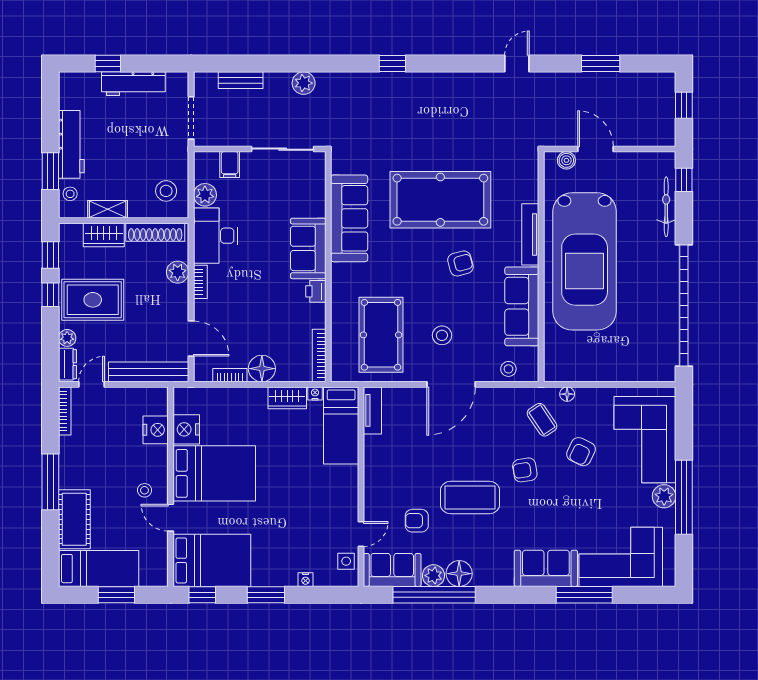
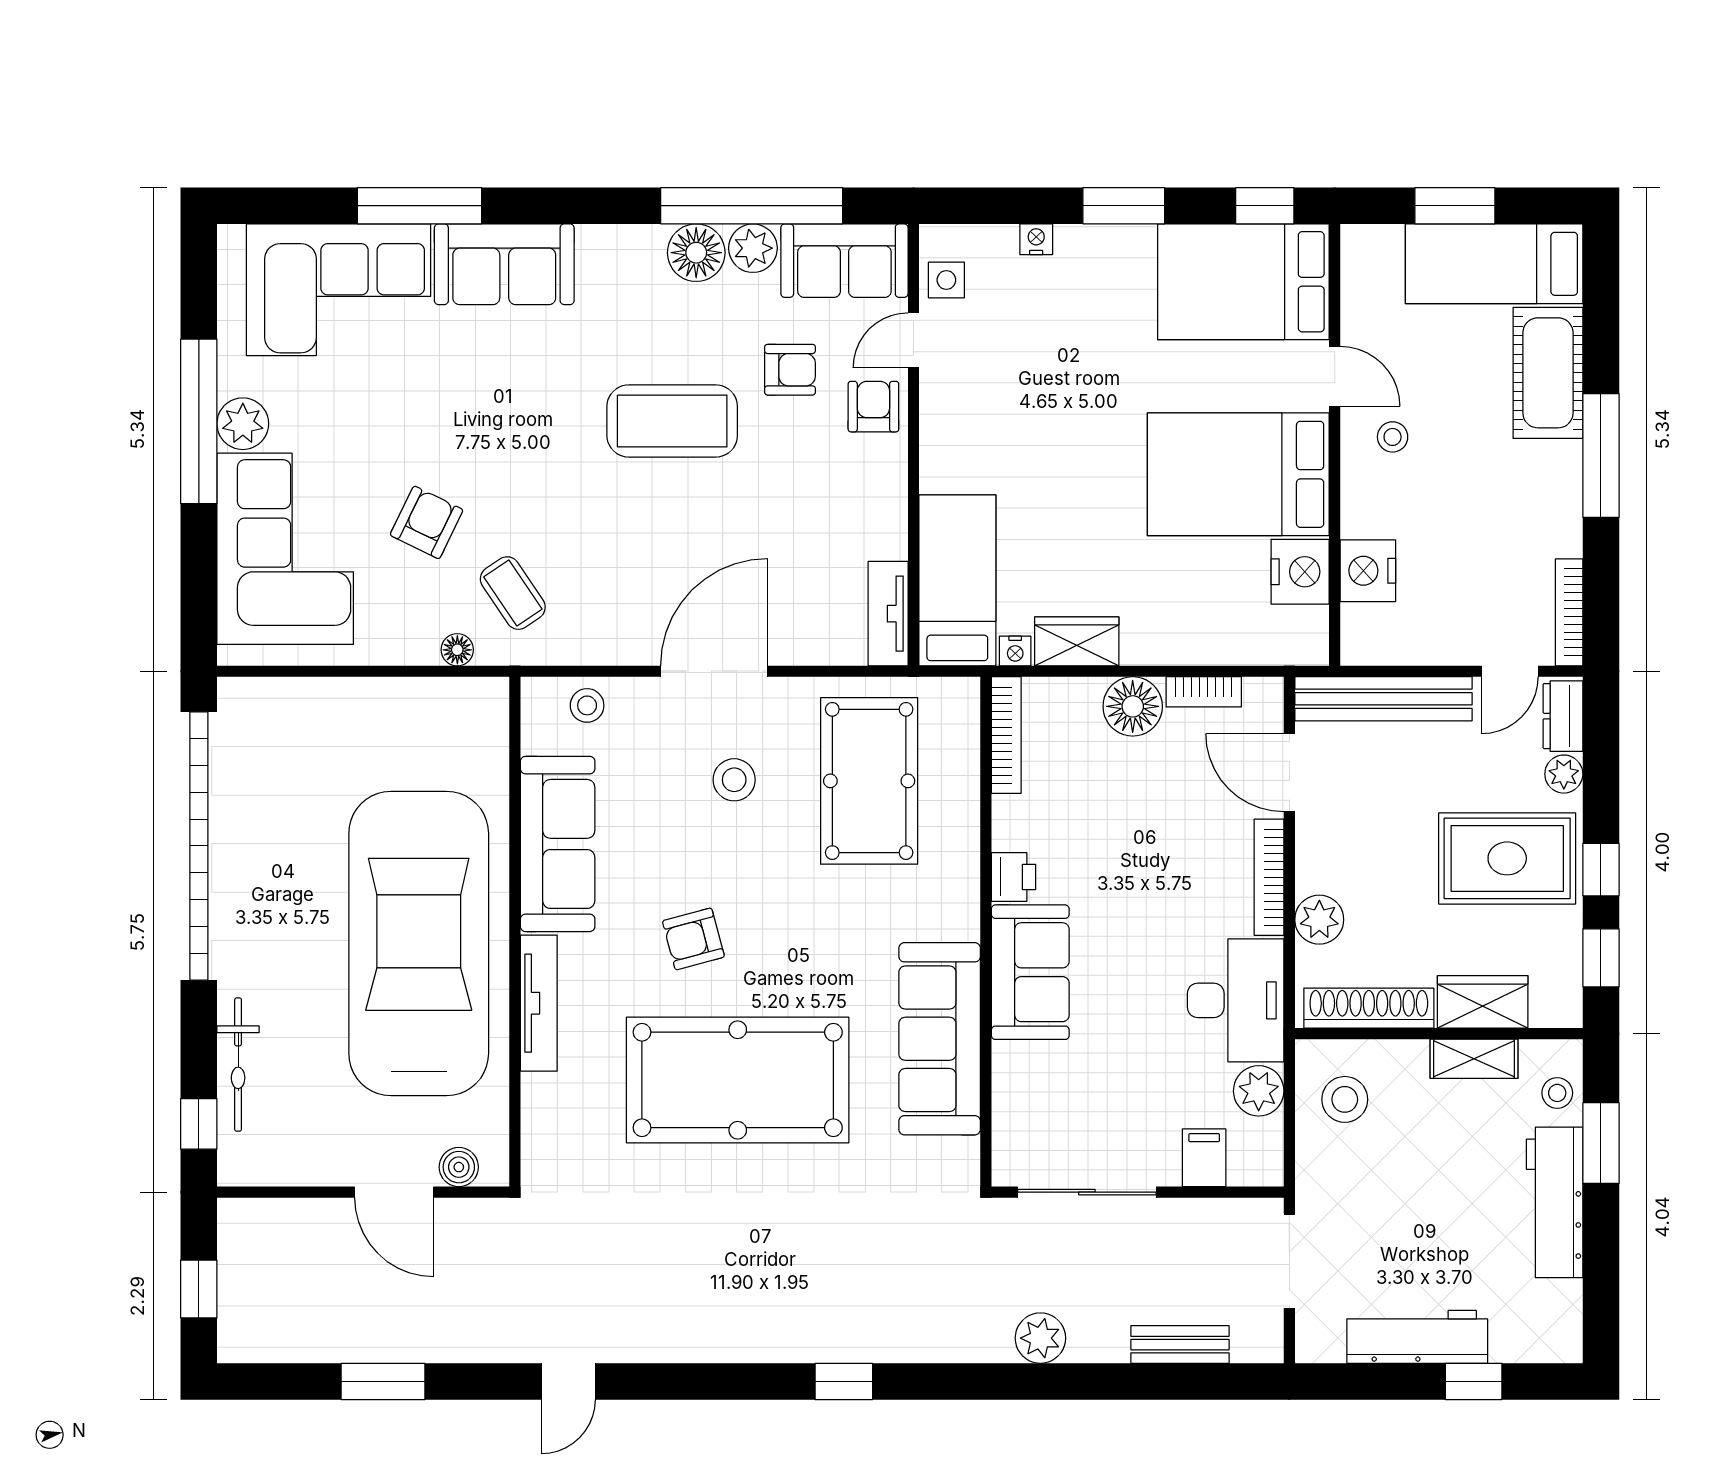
bookcase: (200, 282) -> (1269, 877), width x1.56
armchair: (525, 470) -> (873, 407), moved, turned -81

